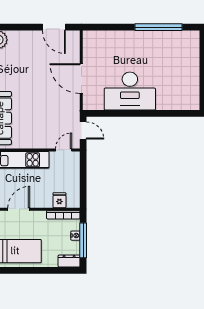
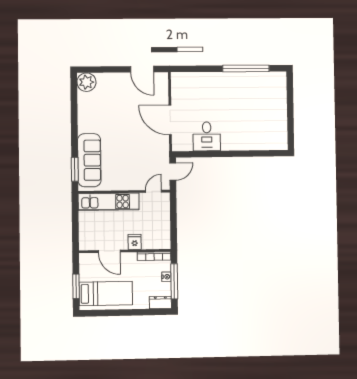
desk: (130, 91) -> (207, 136), width x0.53, depth x0.77
door: (83, 130) -> (173, 172), hinge flipped
fridge: (59, 200) -> (135, 242), moved
door: (19, 209) -> (109, 251), swing flipped

